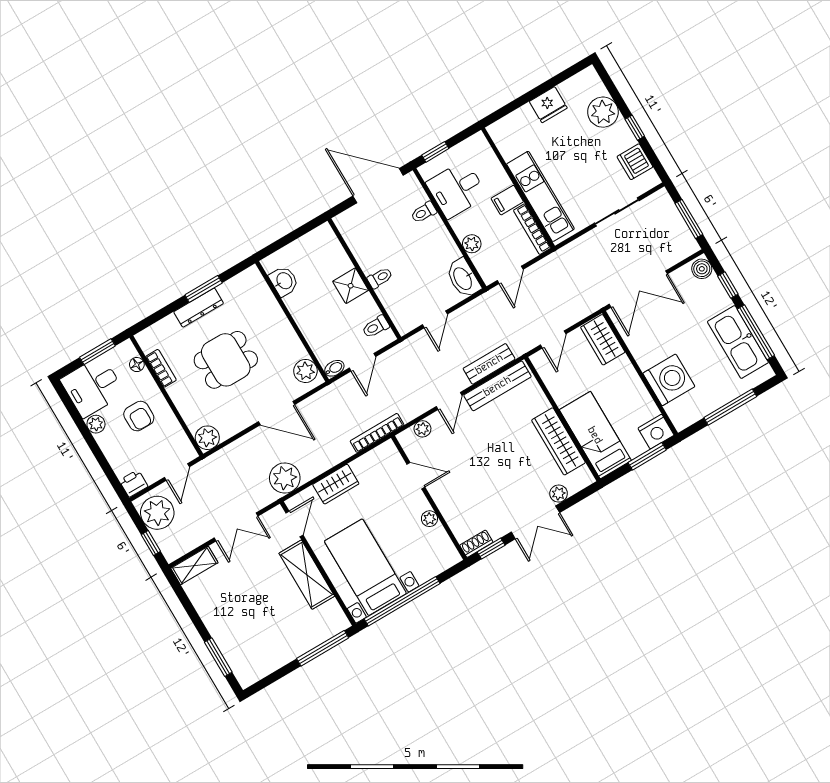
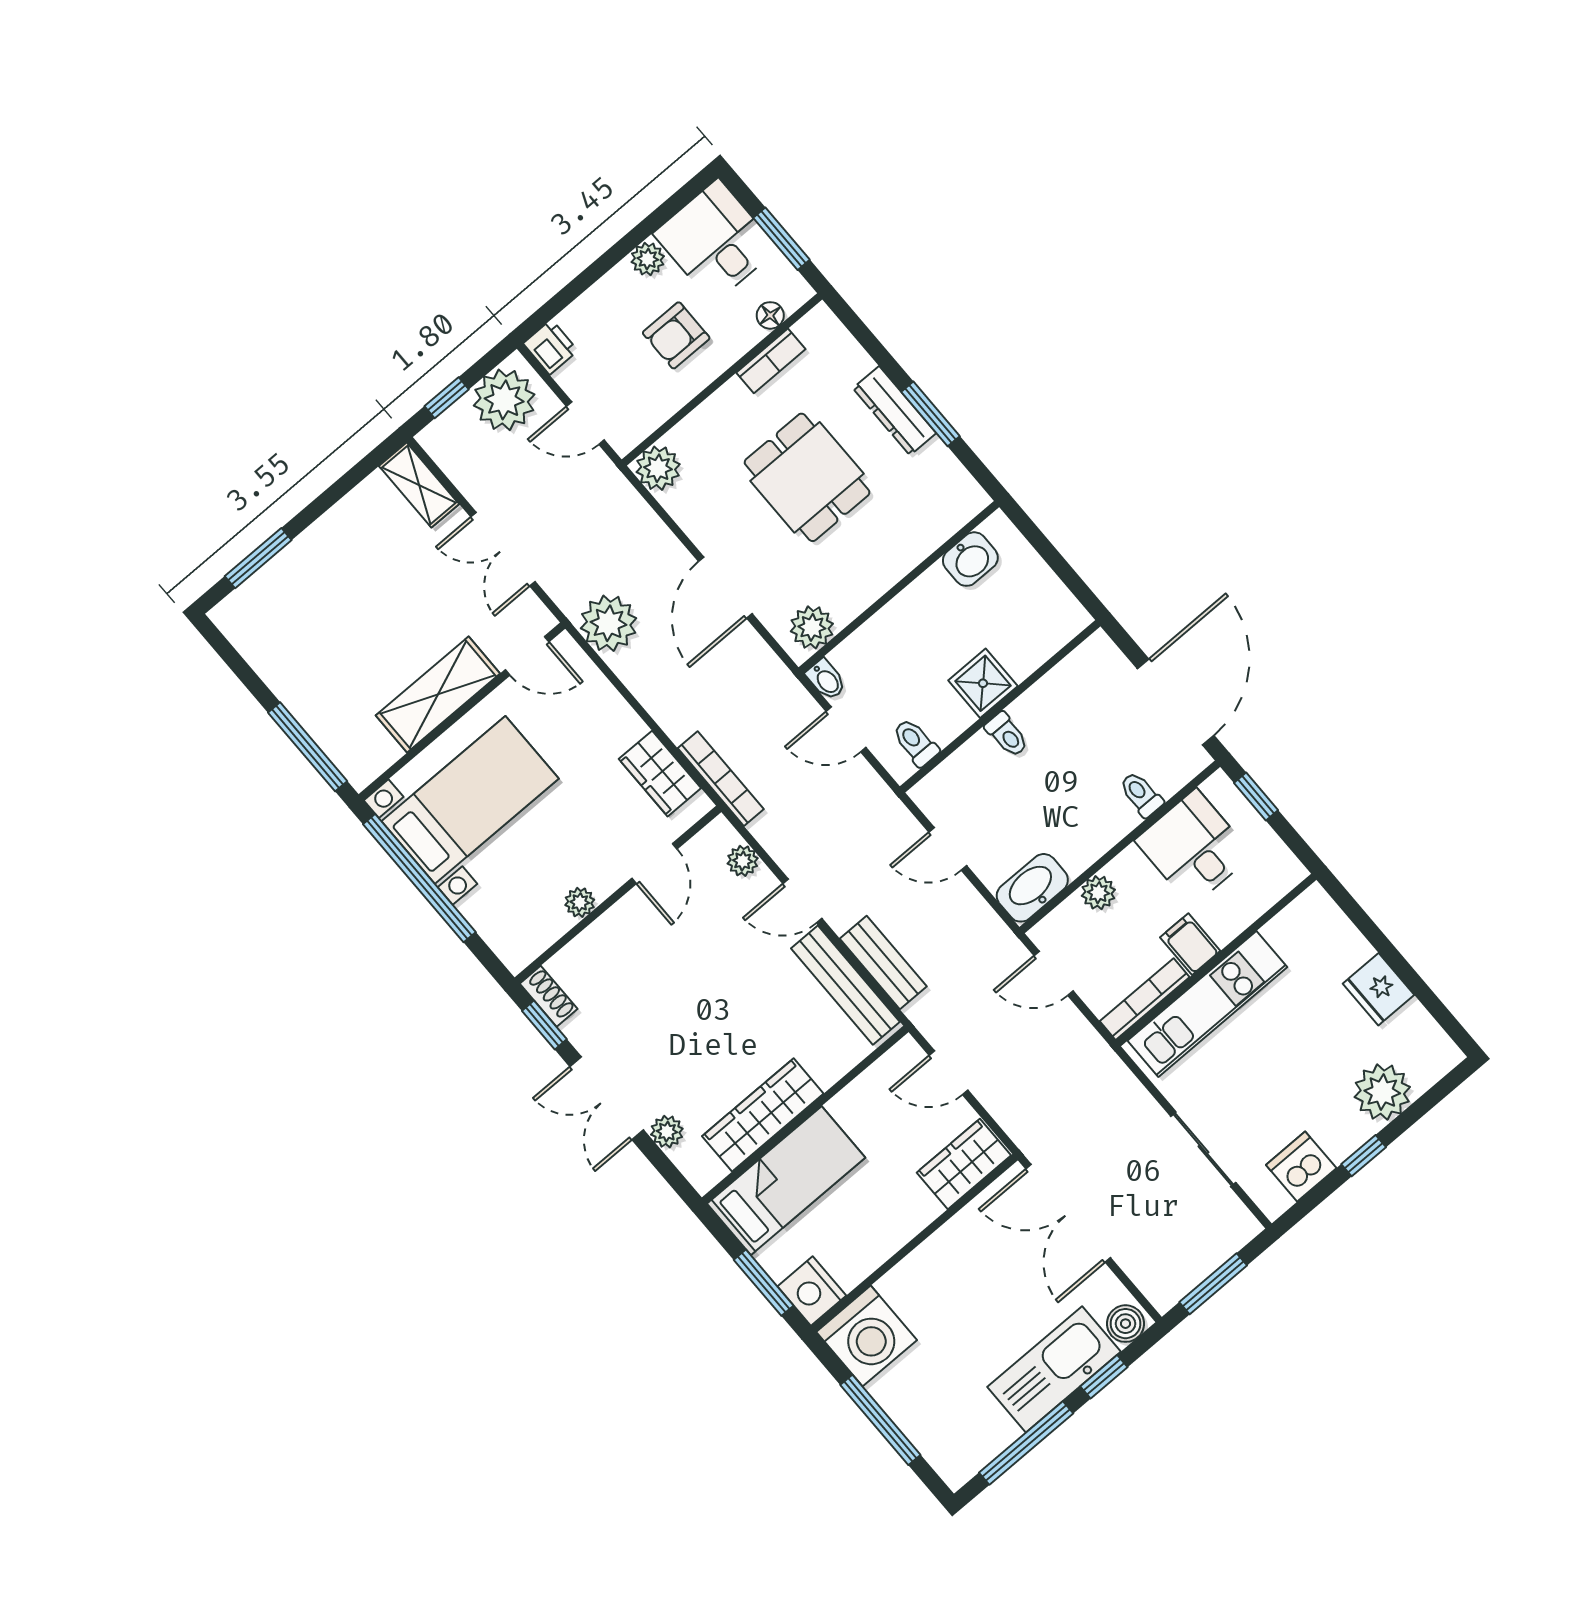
kitchen sink: (738, 342) -> (1054, 1369), moved
washing machine: (669, 380) -> (867, 1336), moved
wardrobe: (336, 484) -> (660, 774), moved

